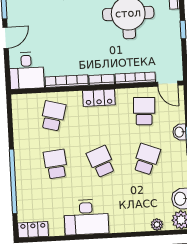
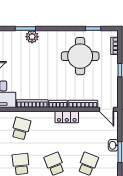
locker: (99, 98) -> (67, 117), moved
school desk: (144, 111) -> (88, 129), removed

